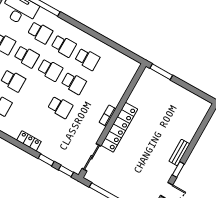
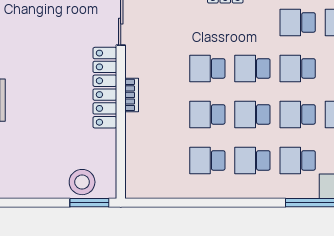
stool: (159, 85) -> (82, 182), added
school desk: (37, 94) -> (252, 68), added

